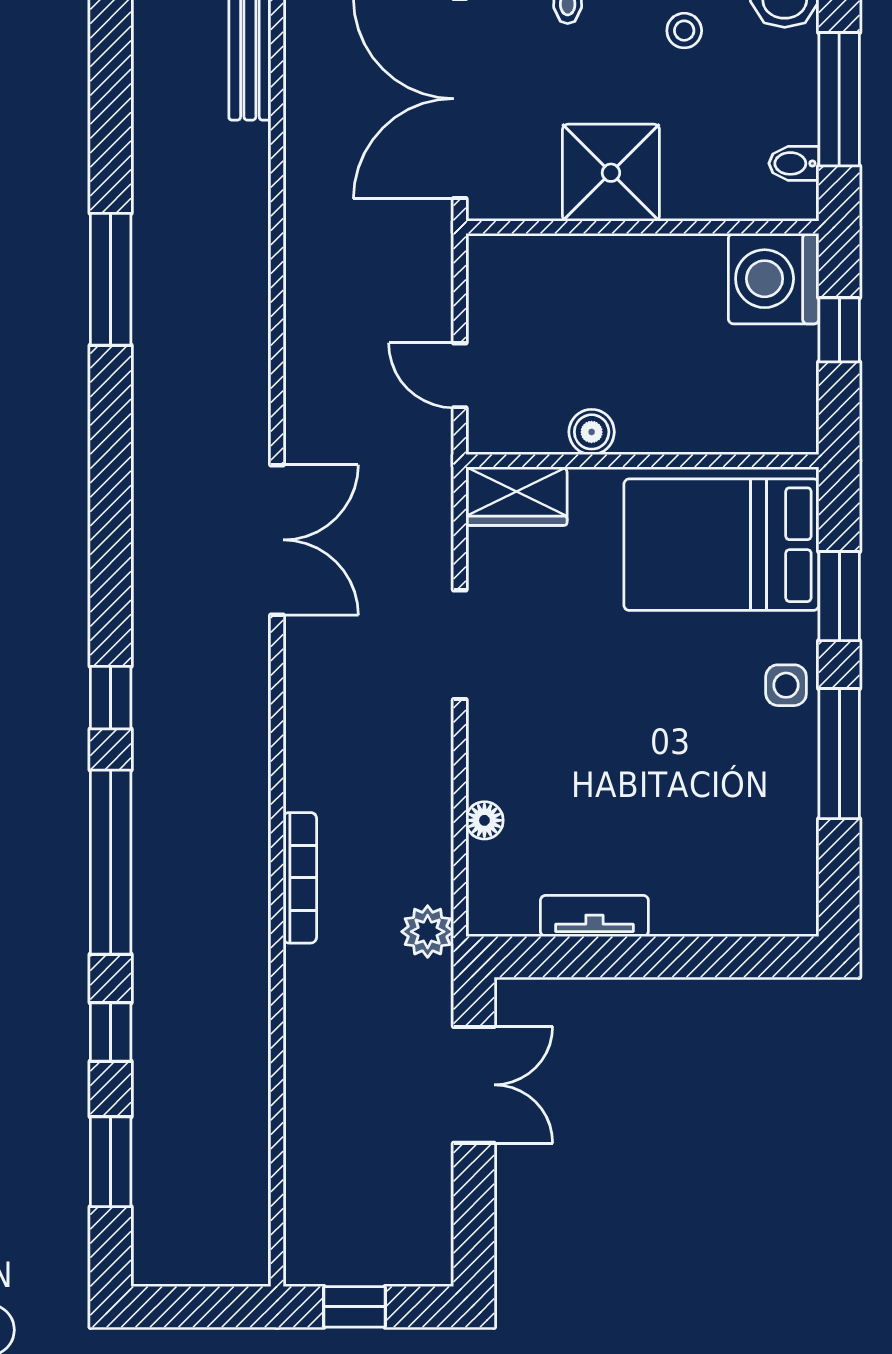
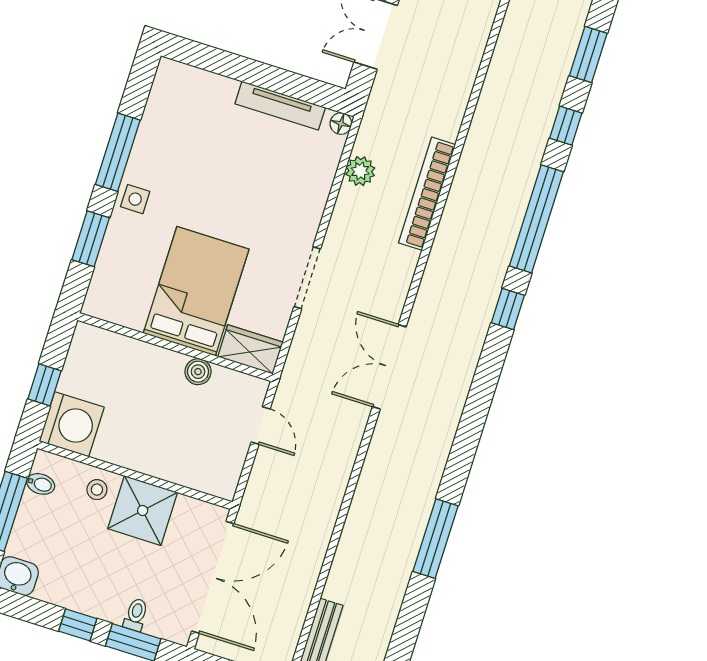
stool: (684, 31) -> (97, 490), moved
bed: (721, 545) -> (196, 291), moved, turned -90
floor lamp: (484, 820) -> (341, 124), moved
bookcase: (300, 878) -> (427, 194), width x1.48, depth x1.31
tv unit: (594, 916) -> (280, 106), width x1.41
plant: (428, 932) -> (360, 171), moved

